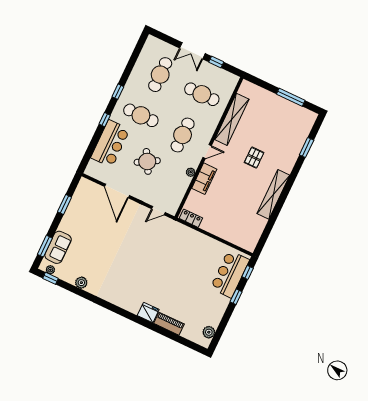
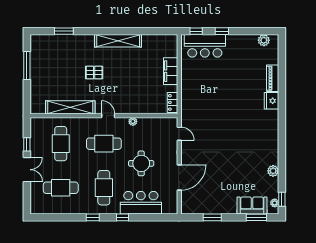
round table: (147, 161) -> (141, 163), turned 30
filing cabinet: (204, 179) -> (171, 71), moved, turned -90

